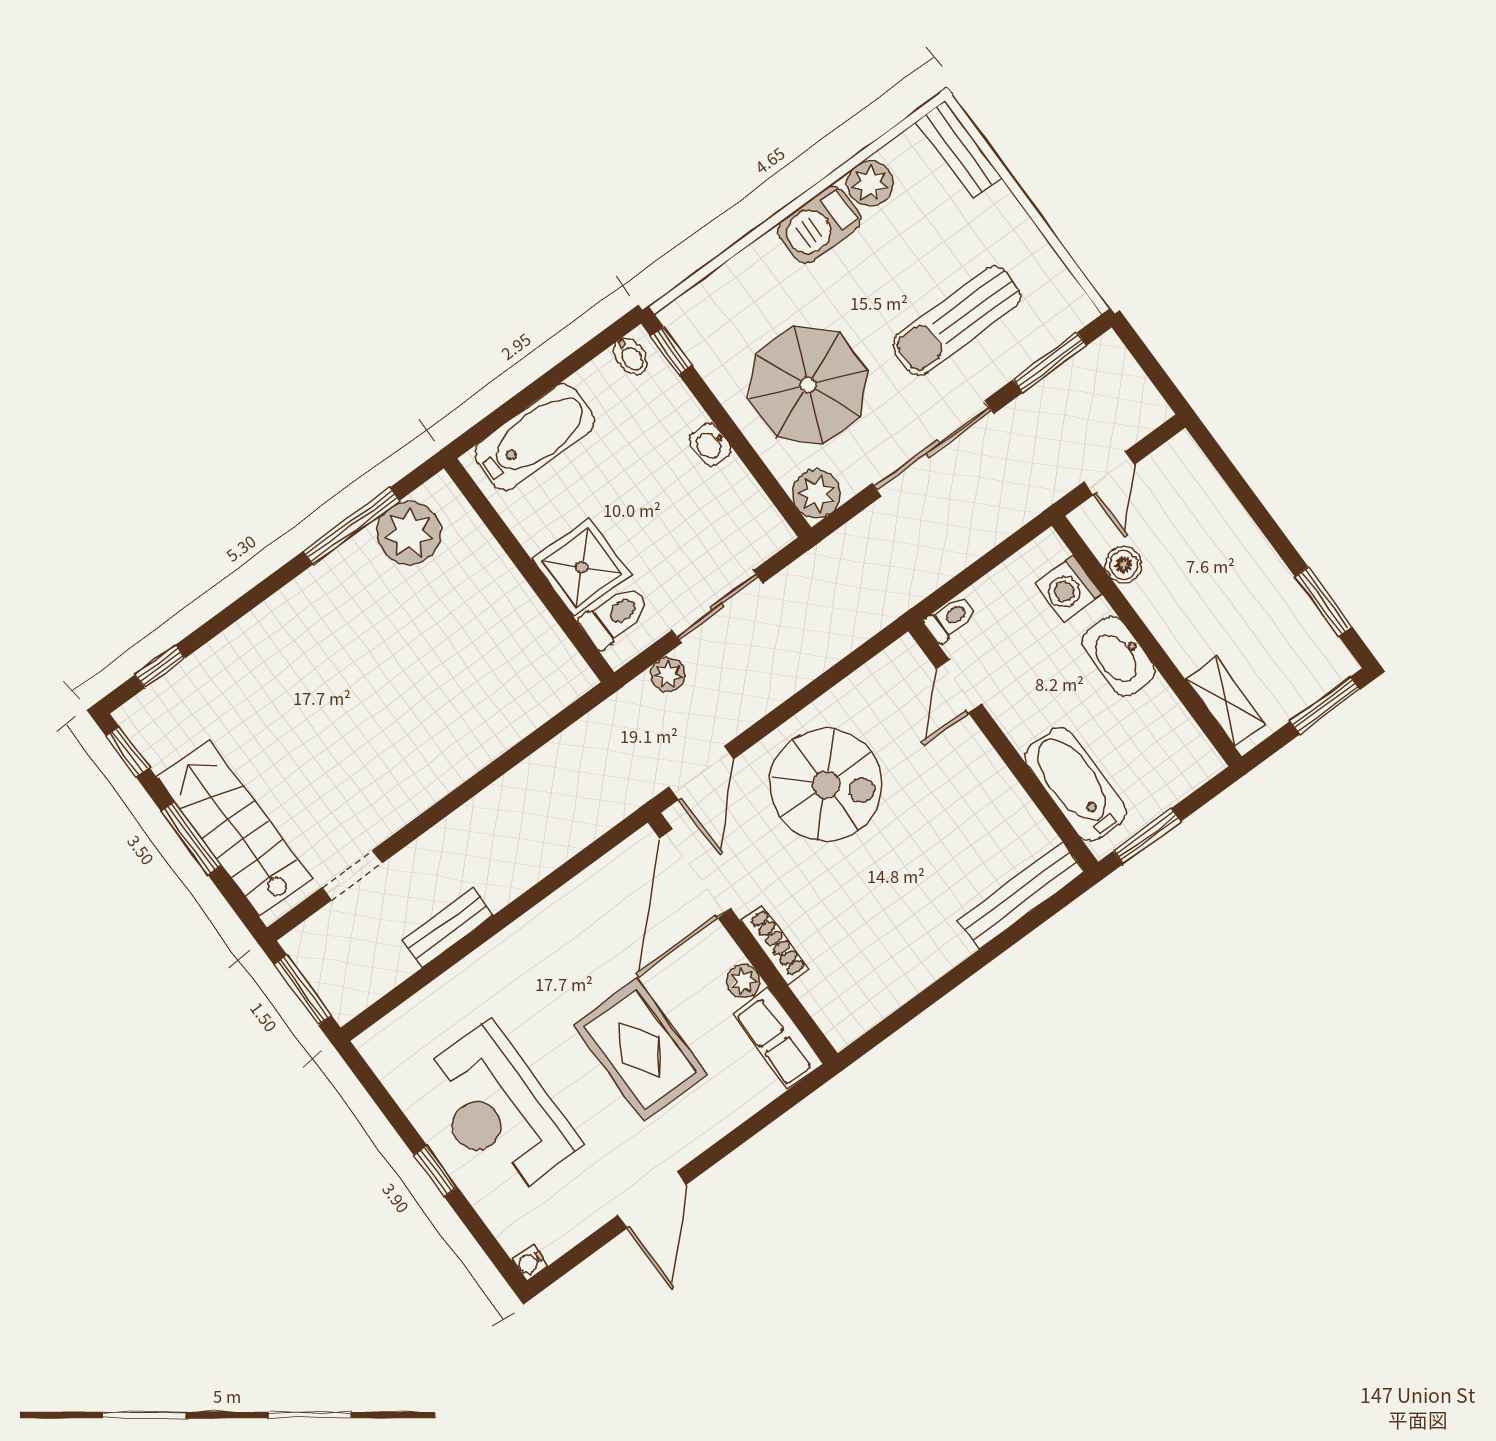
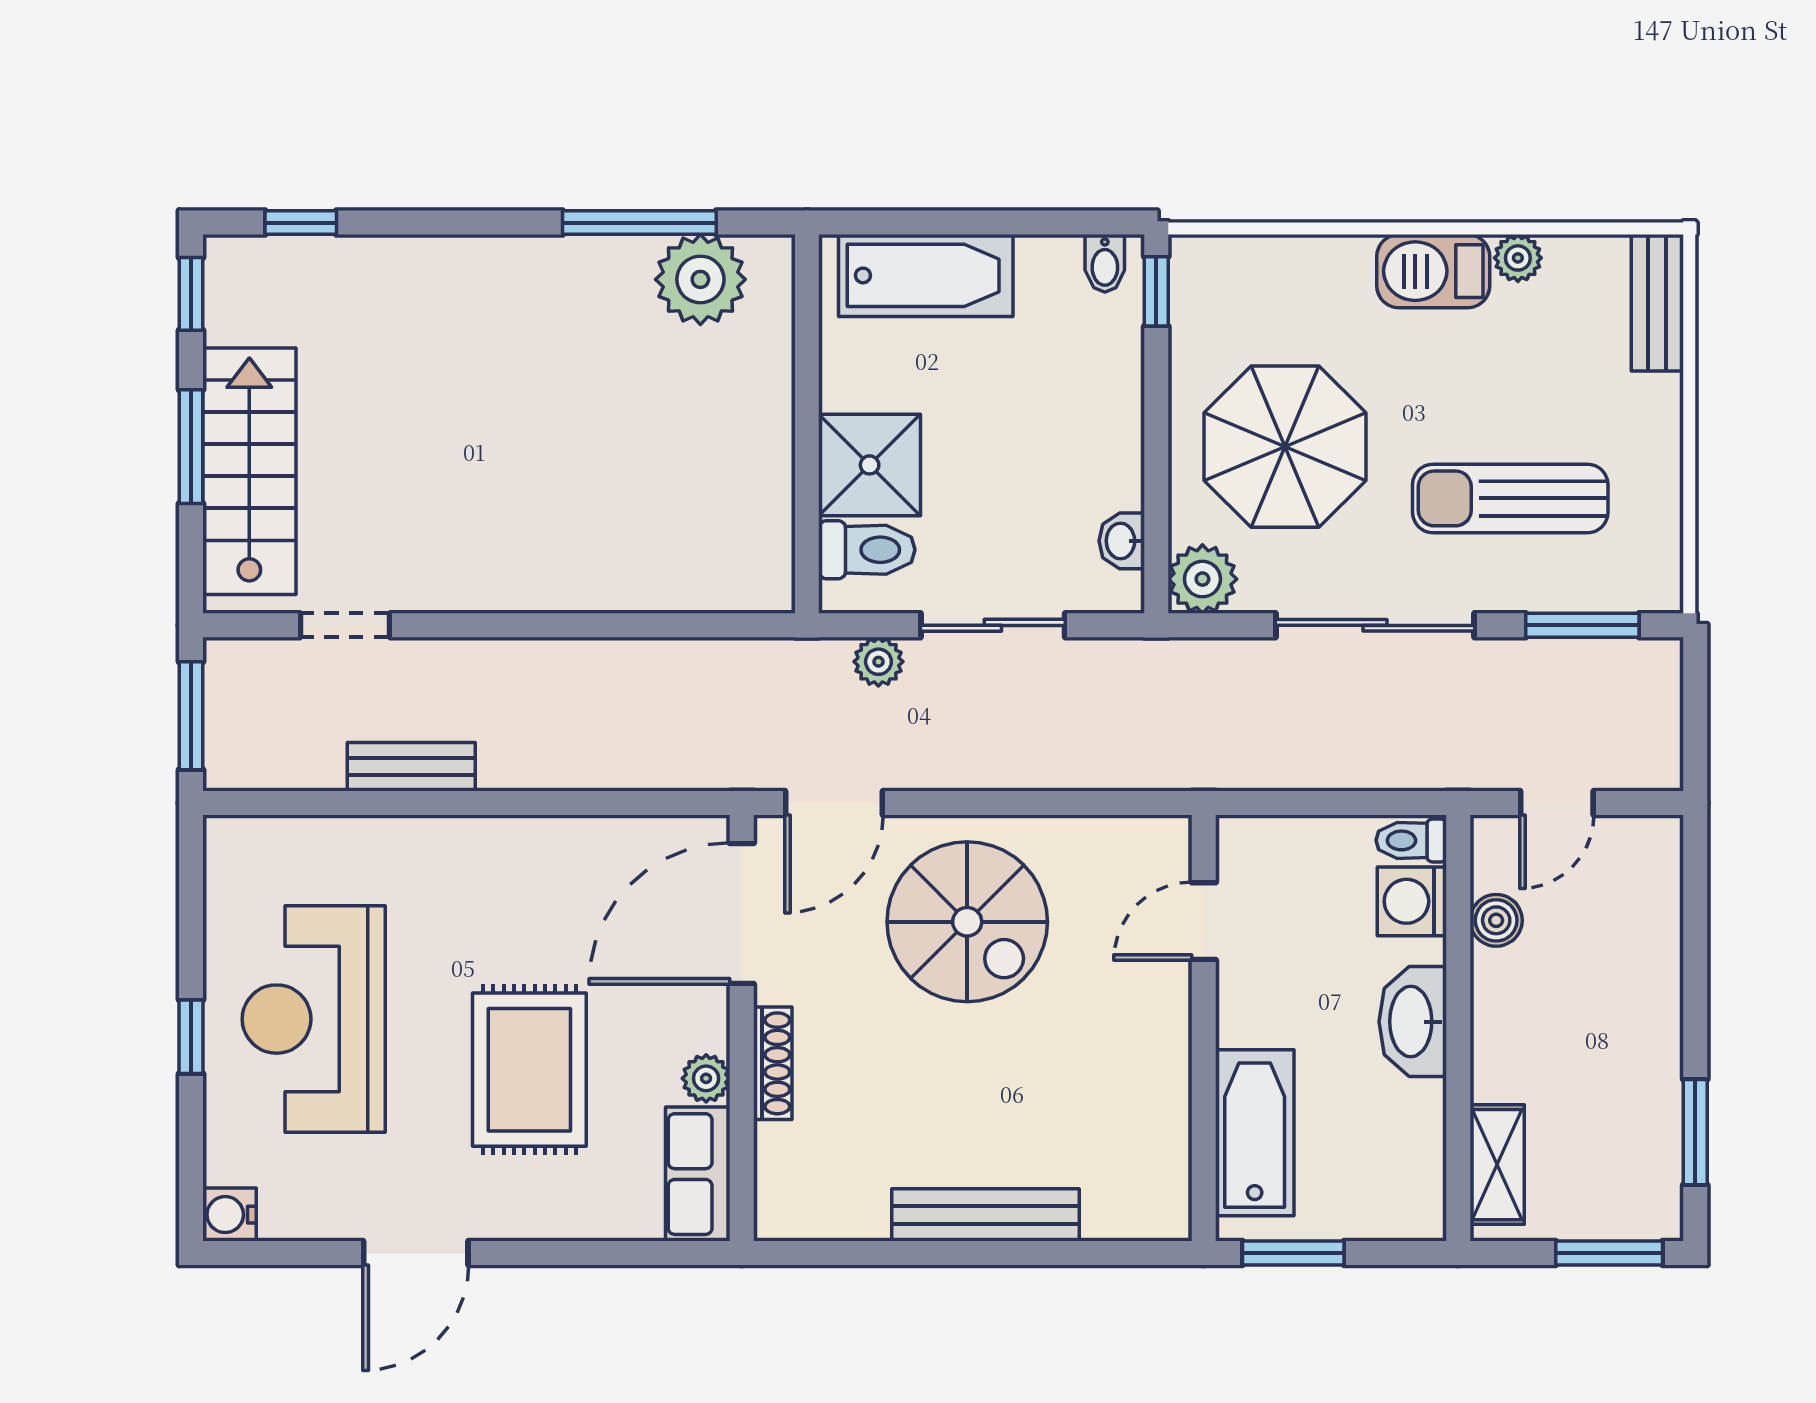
plant: (870, 183) -> (1518, 258), width x0.73, depth x0.73
washbasin: (710, 445) -> (1122, 541), moved
toilet: (950, 619) -> (1411, 840), moved, turned 180
bench: (1021, 896) -> (986, 1215), moved
water cooler: (530, 1263) -> (229, 1215), width x1.38, depth x1.38

